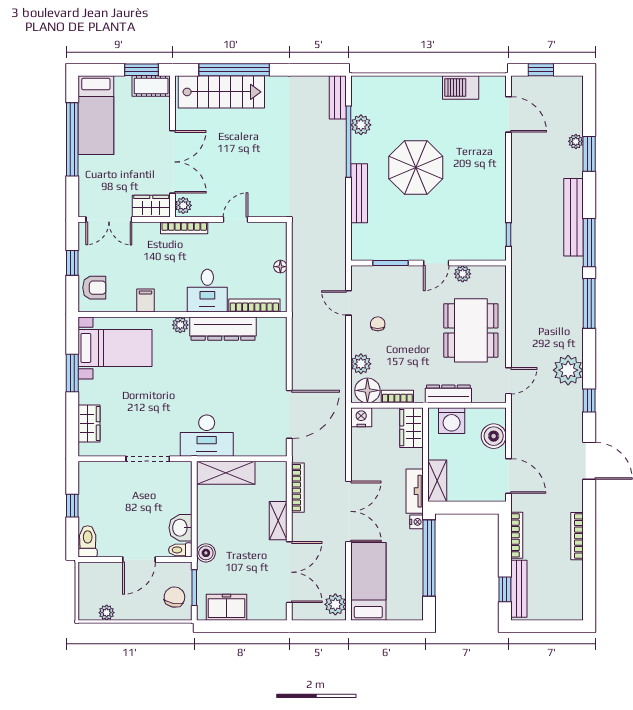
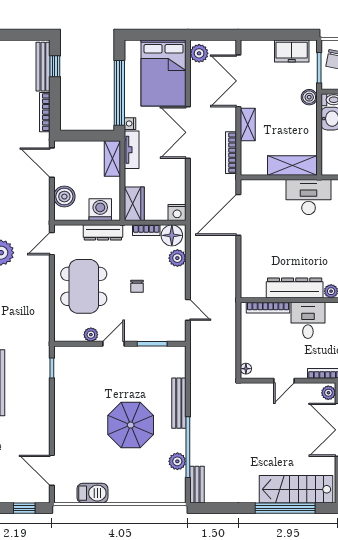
floor lamp: (280, 267) -> (246, 369), moved
chair: (378, 324) -> (137, 286), moved
bed: (368, 581) -> (164, 73), width x1.50

